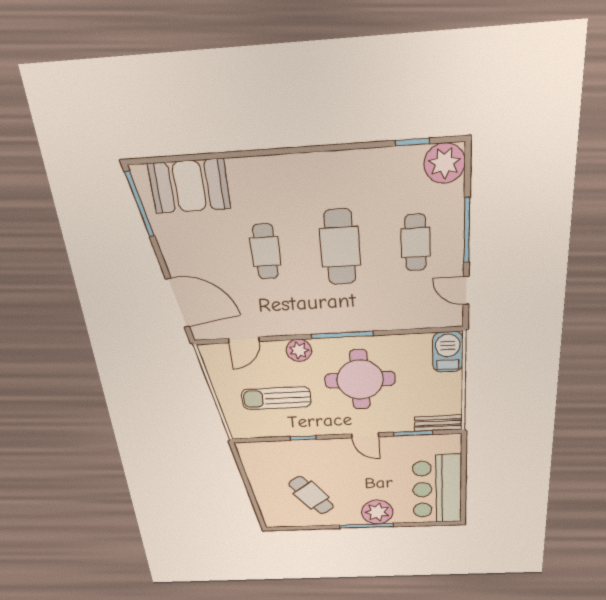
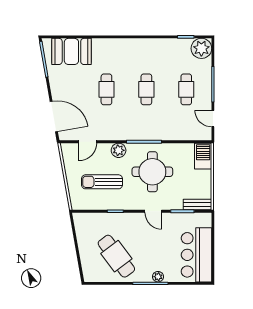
cafe table: (340, 247) -> (146, 89), width x0.73, depth x0.74
cafe table: (311, 495) -> (116, 256), width x1.37, depth x1.35
plant: (377, 512) -> (158, 277), width x0.53, depth x0.53

